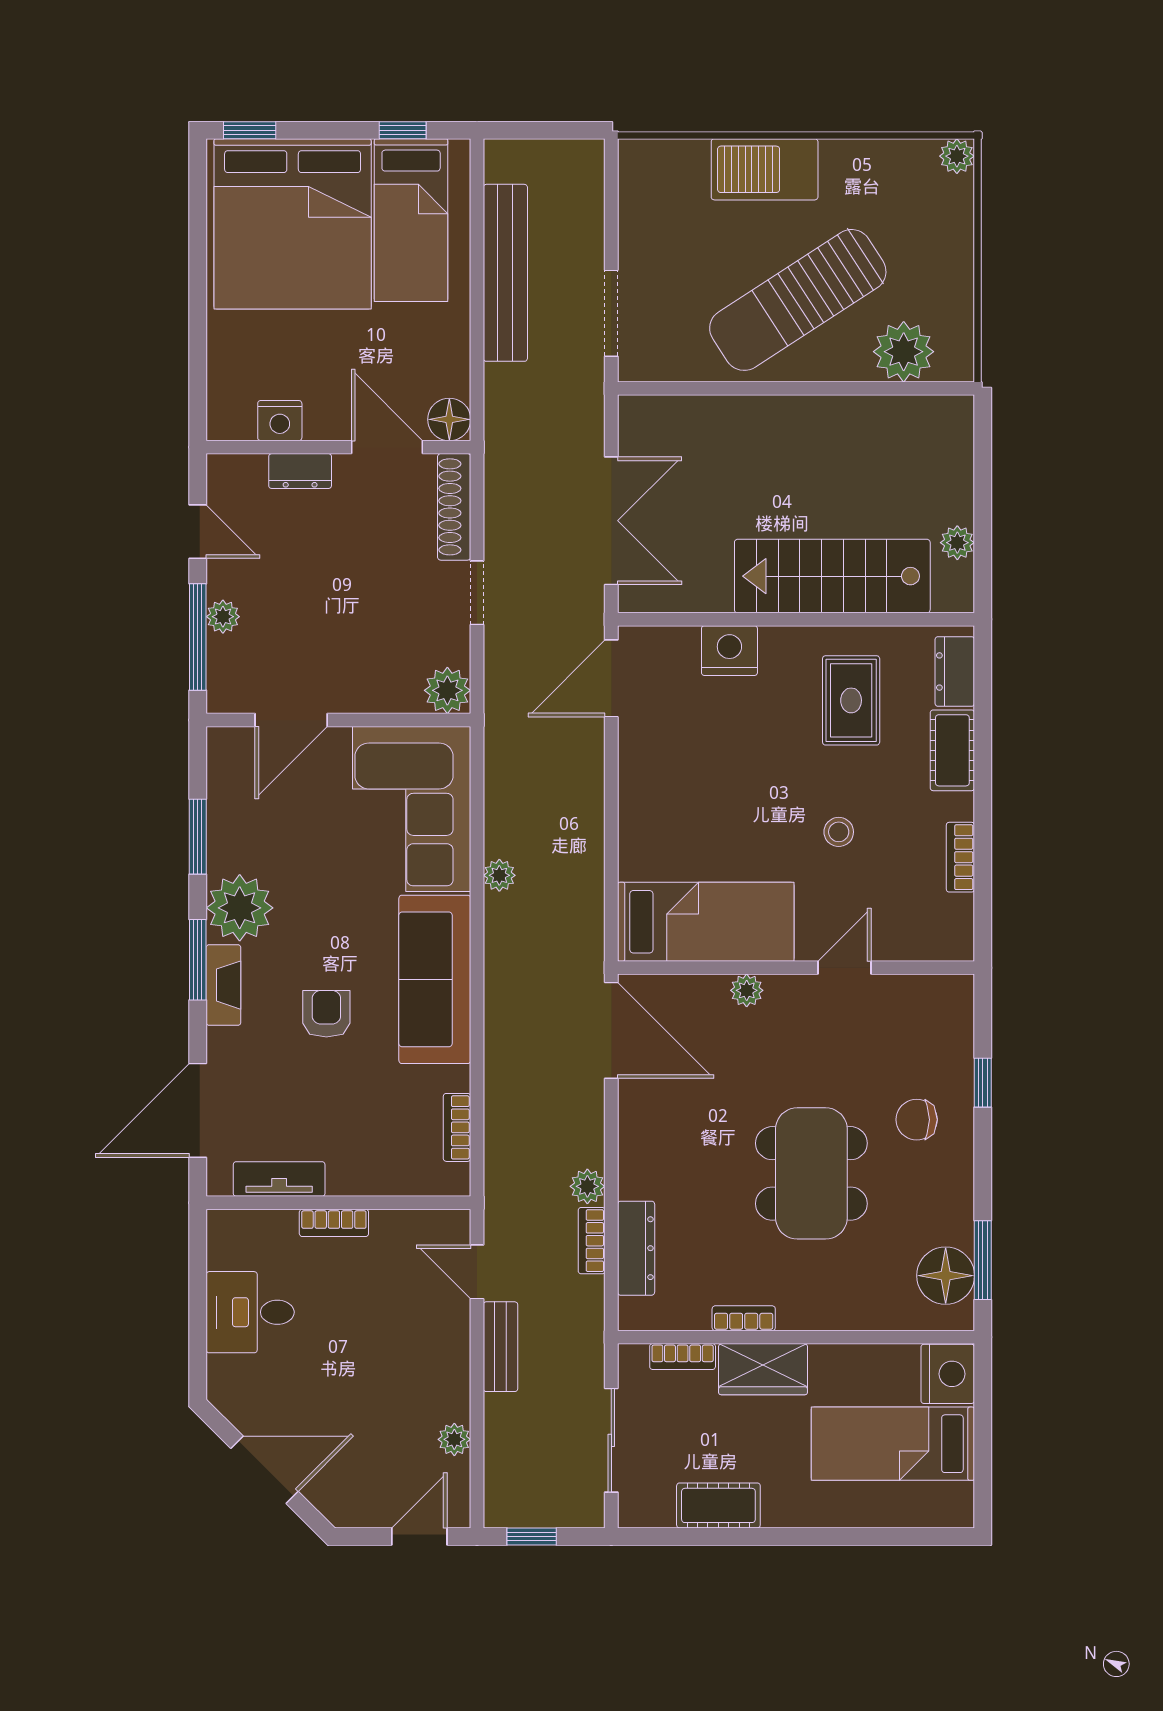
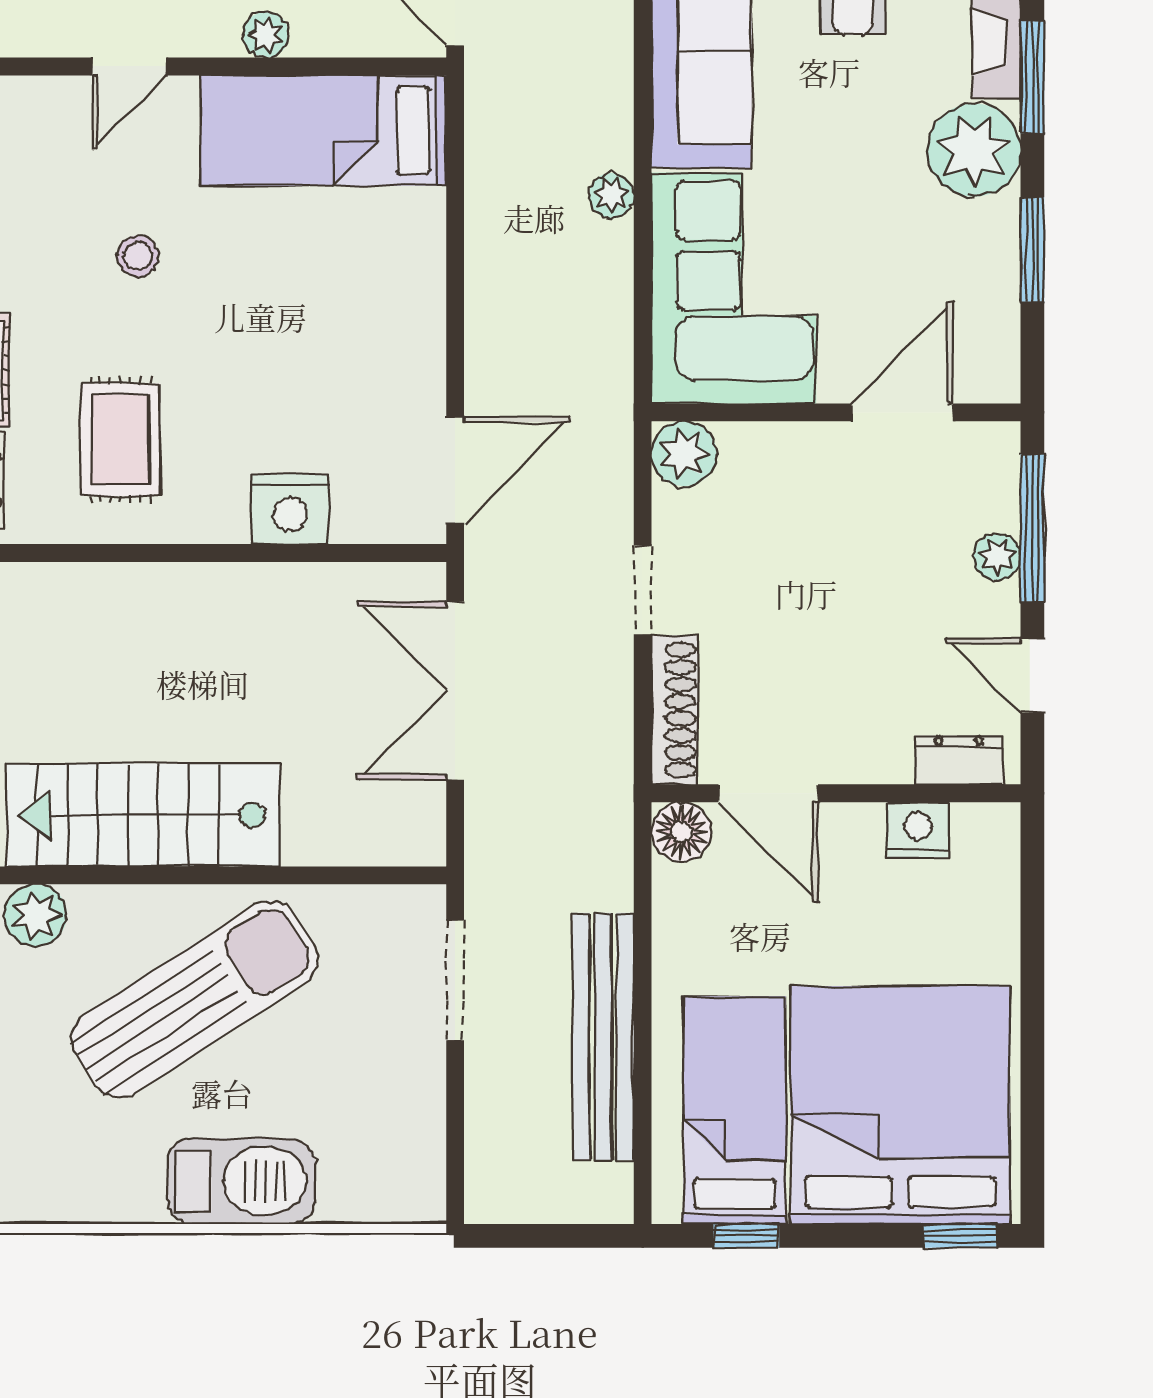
plant: (904, 352) -> (36, 915), width x0.73, depth x0.73
dresser: (300, 471) -> (959, 760), moved
stairs: (832, 576) -> (143, 815), moved, turned 180

